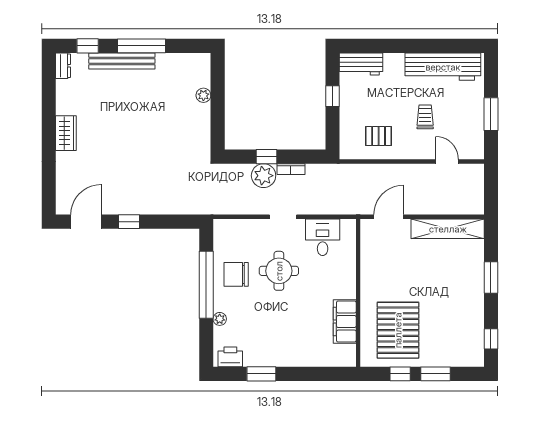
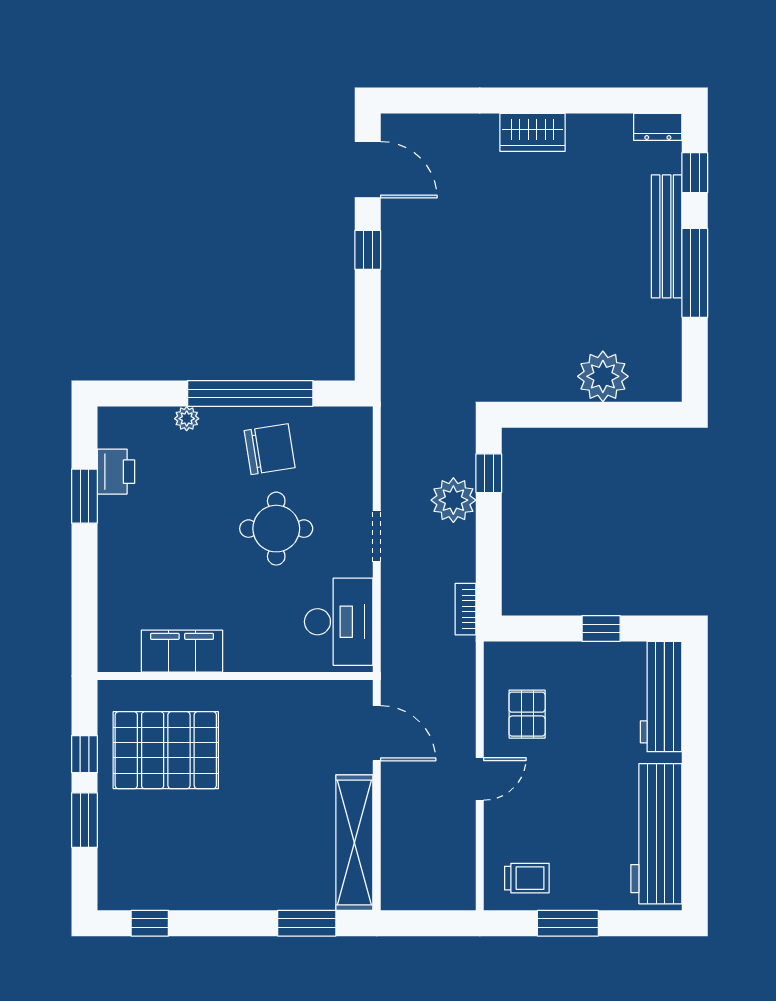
workbench: (361, 64) -> (661, 696), width x1.38
plant: (203, 95) -> (603, 376), width x1.88, depth x1.88
trolley: (425, 117) -> (527, 878), moved
window: (266, 157) -> (489, 473), moved
door: (447, 161) -> (480, 779), moved
bookcase: (291, 169) -> (466, 609), moved
desk: (323, 237) -> (339, 622), width x1.37
chair: (236, 274) -> (270, 449), turned 81
window: (491, 278) -> (307, 923), moved
printer: (230, 357) -> (116, 472), moved

